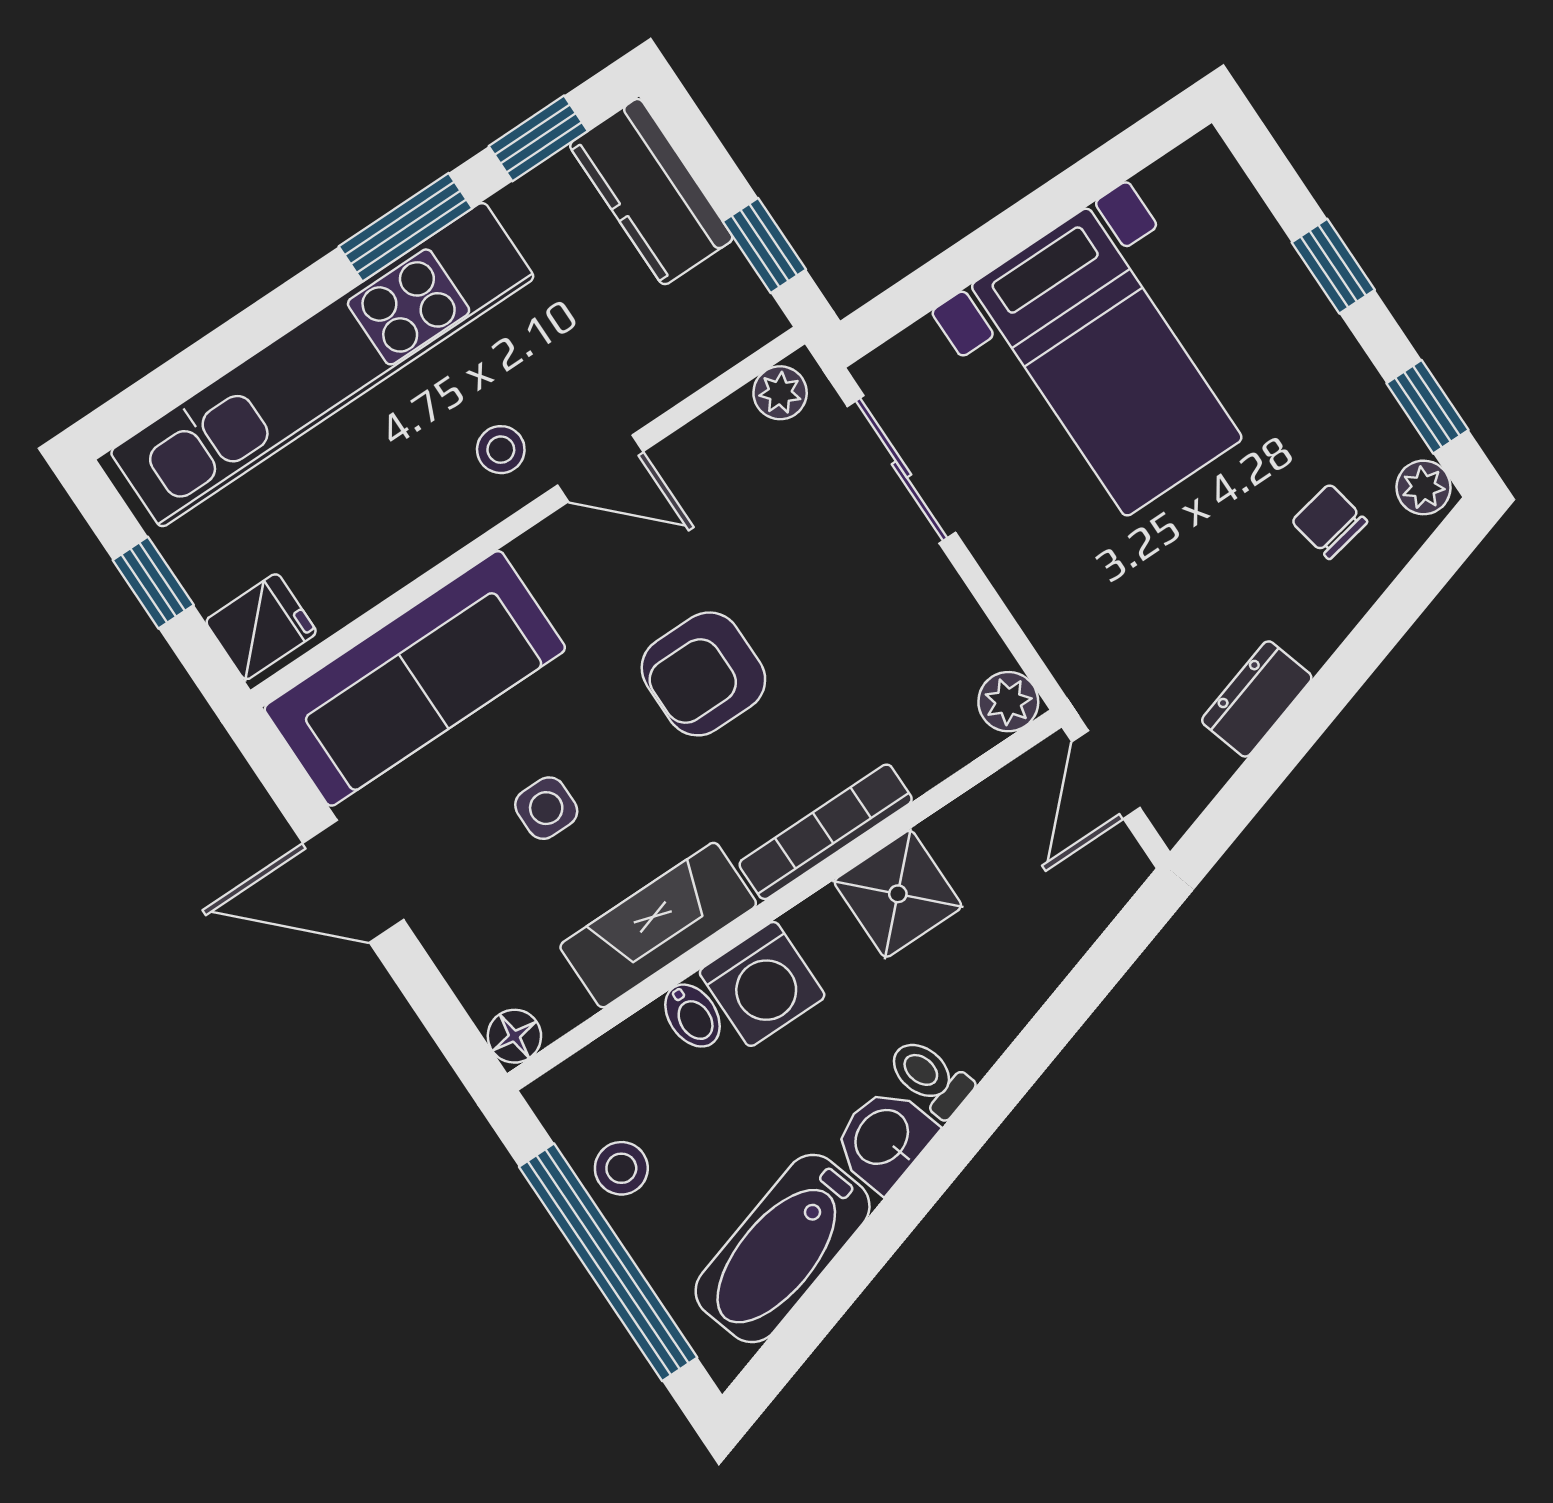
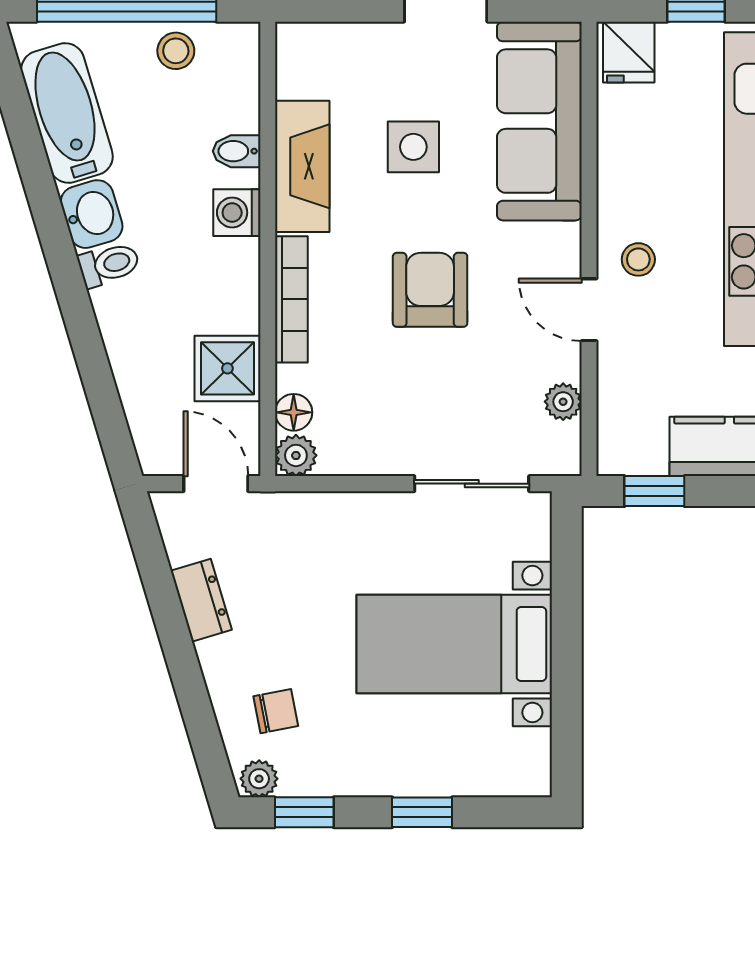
plant: (780, 393) -> (563, 402), moved
door: (600, 468) -> (589, 310), hinge flipped
side table: (546, 808) -> (413, 147), width x1.37, depth x1.37
shower: (898, 894) -> (227, 368), moved
washing machine: (762, 984) -> (237, 213), width x0.73, depth x0.73
floor lamp: (514, 1036) -> (294, 412), moved

